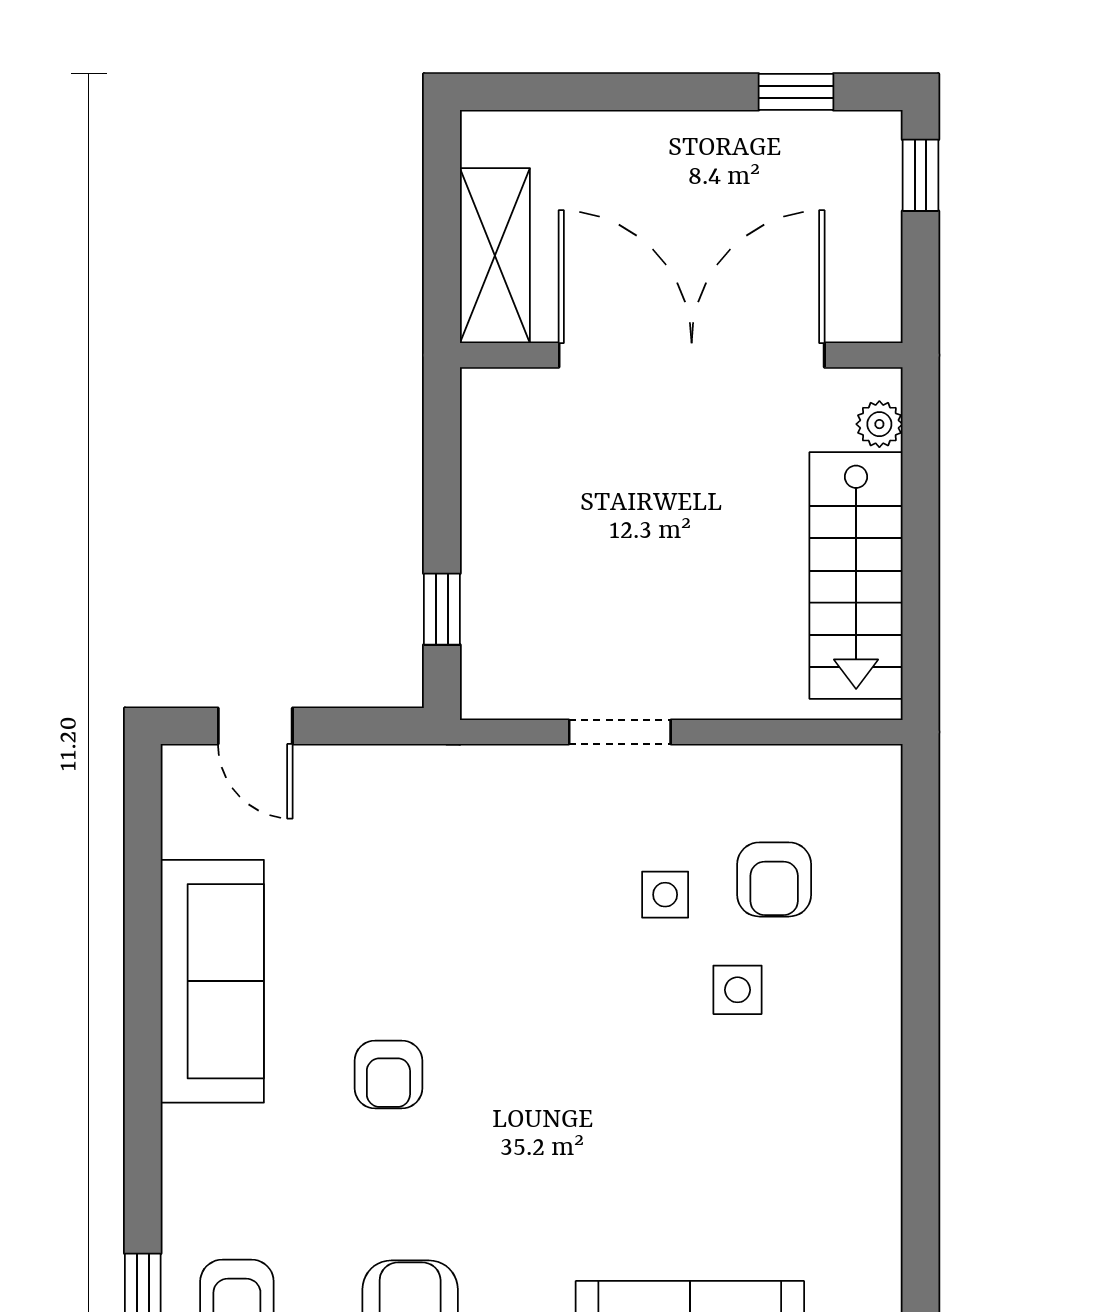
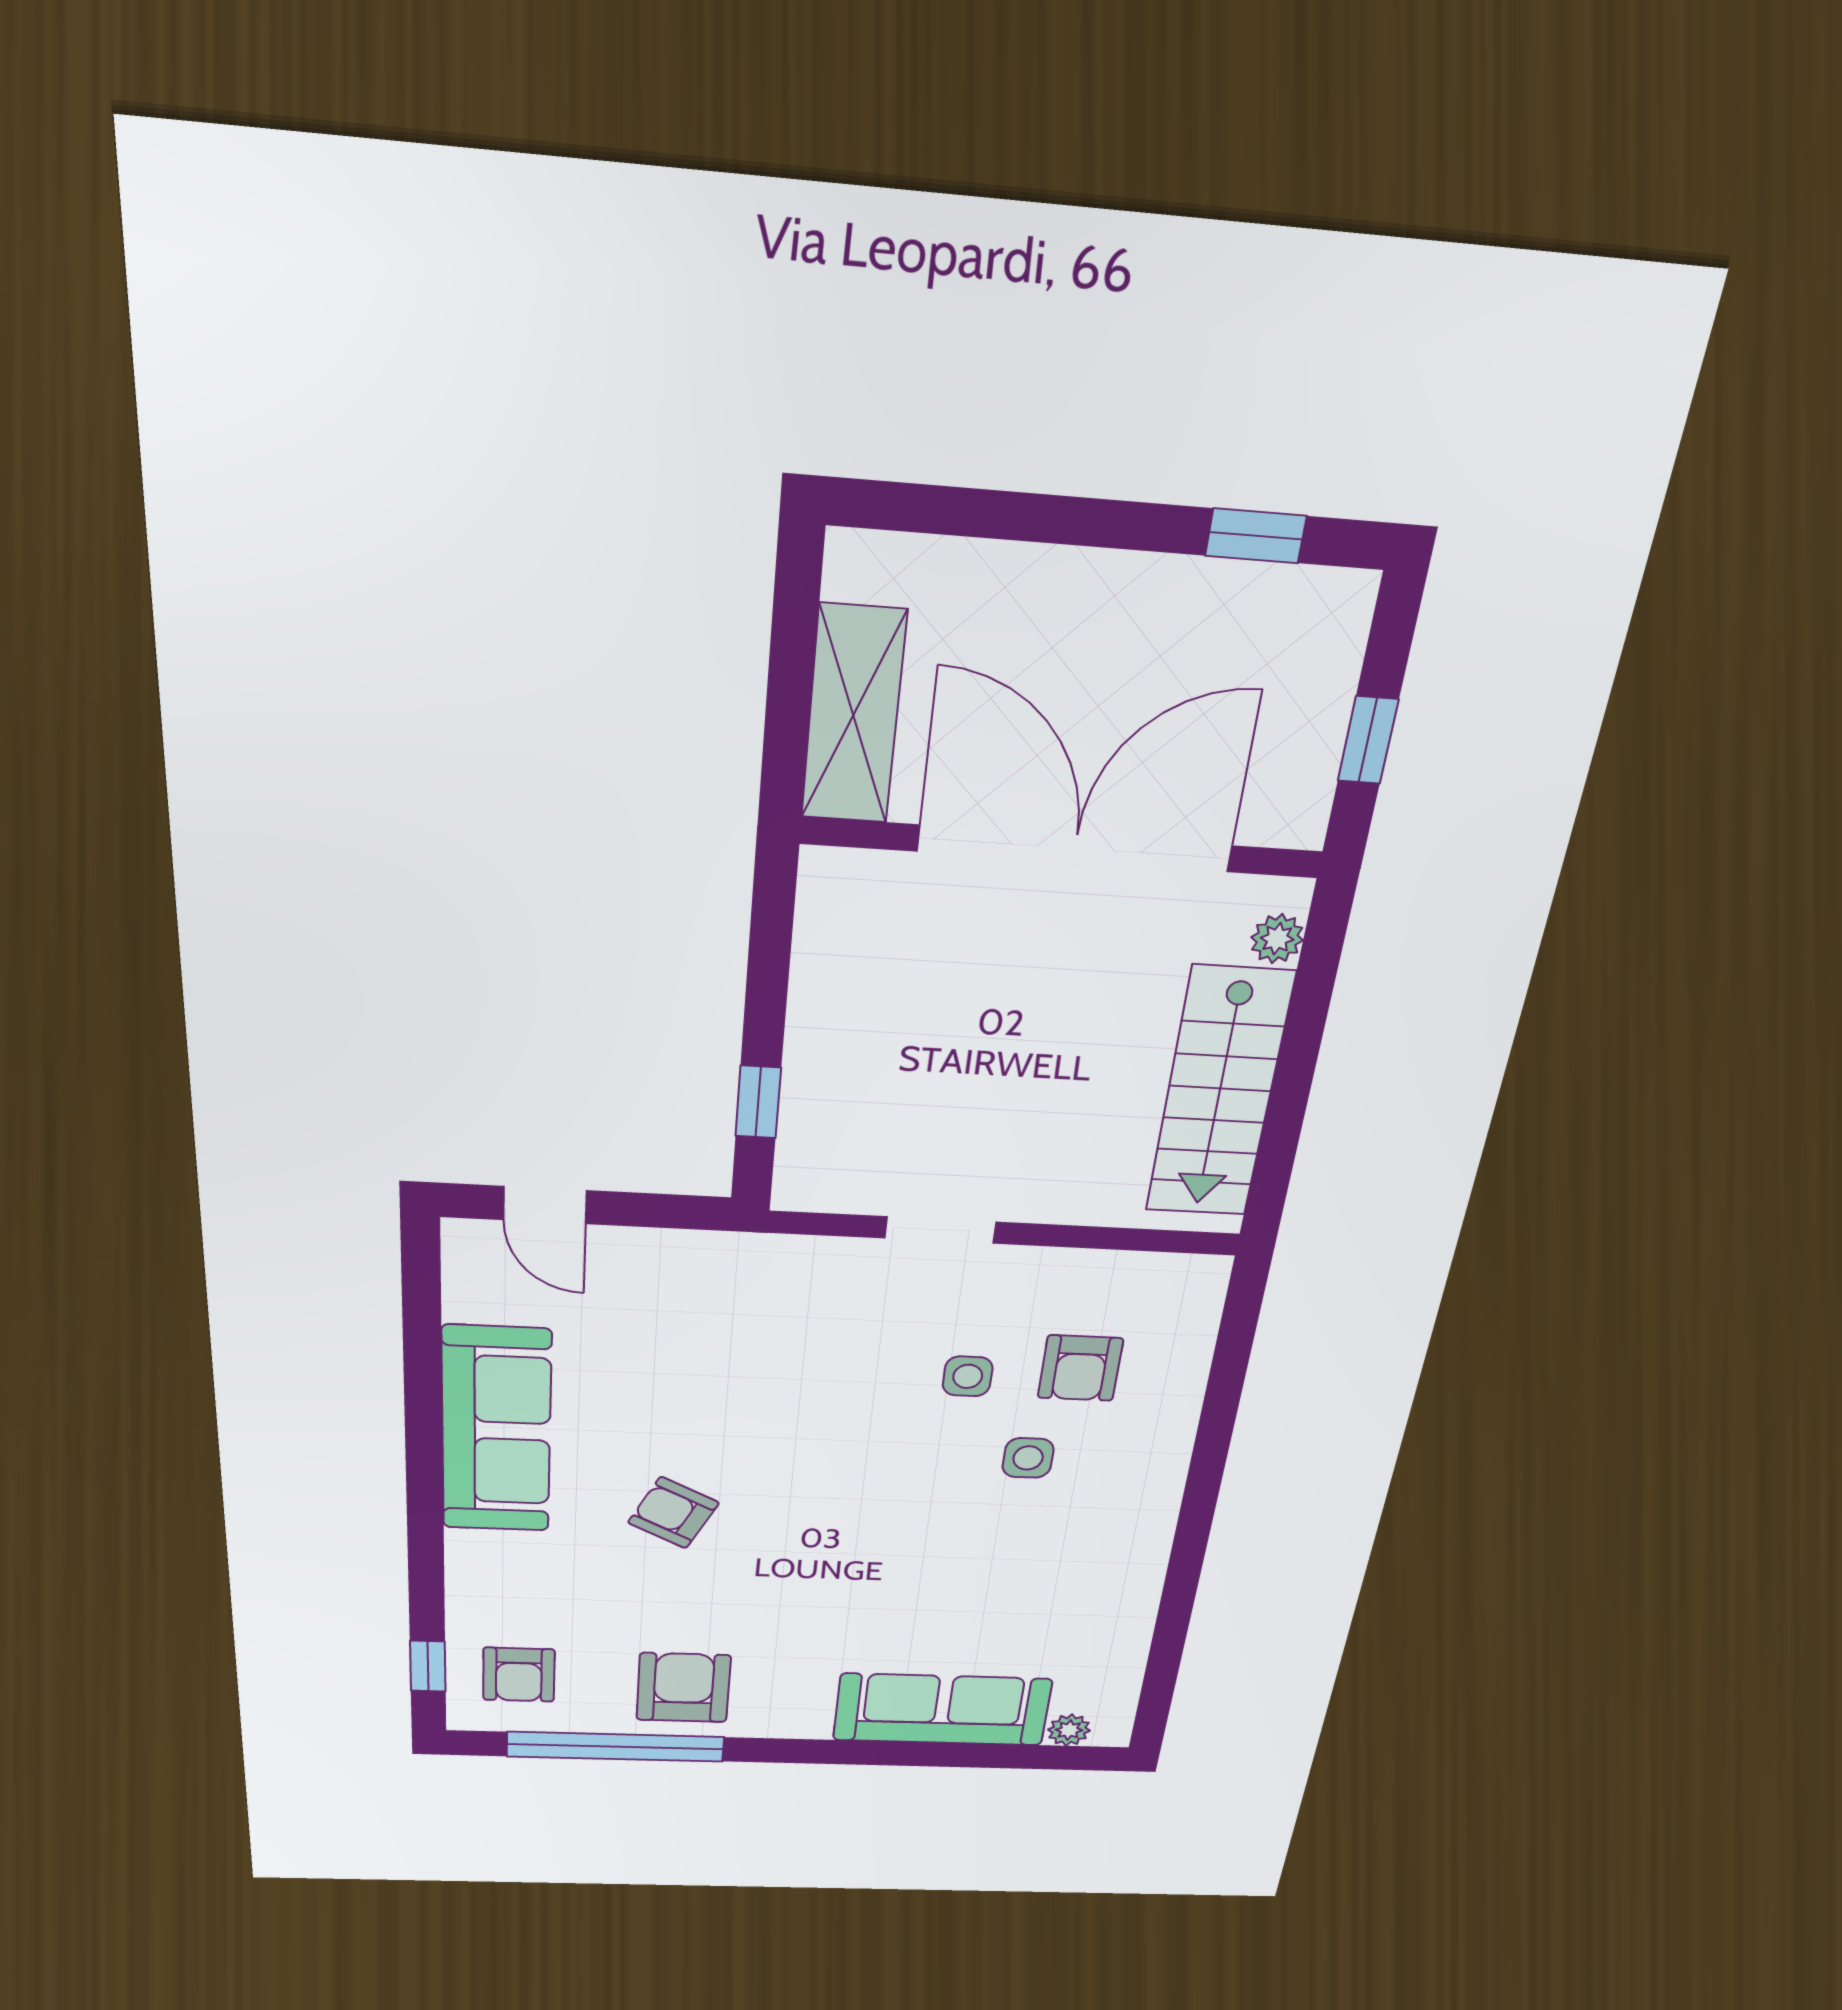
window: (921, 175) -> (1368, 740), moved
armchair: (388, 1074) -> (673, 1513), turned 117

